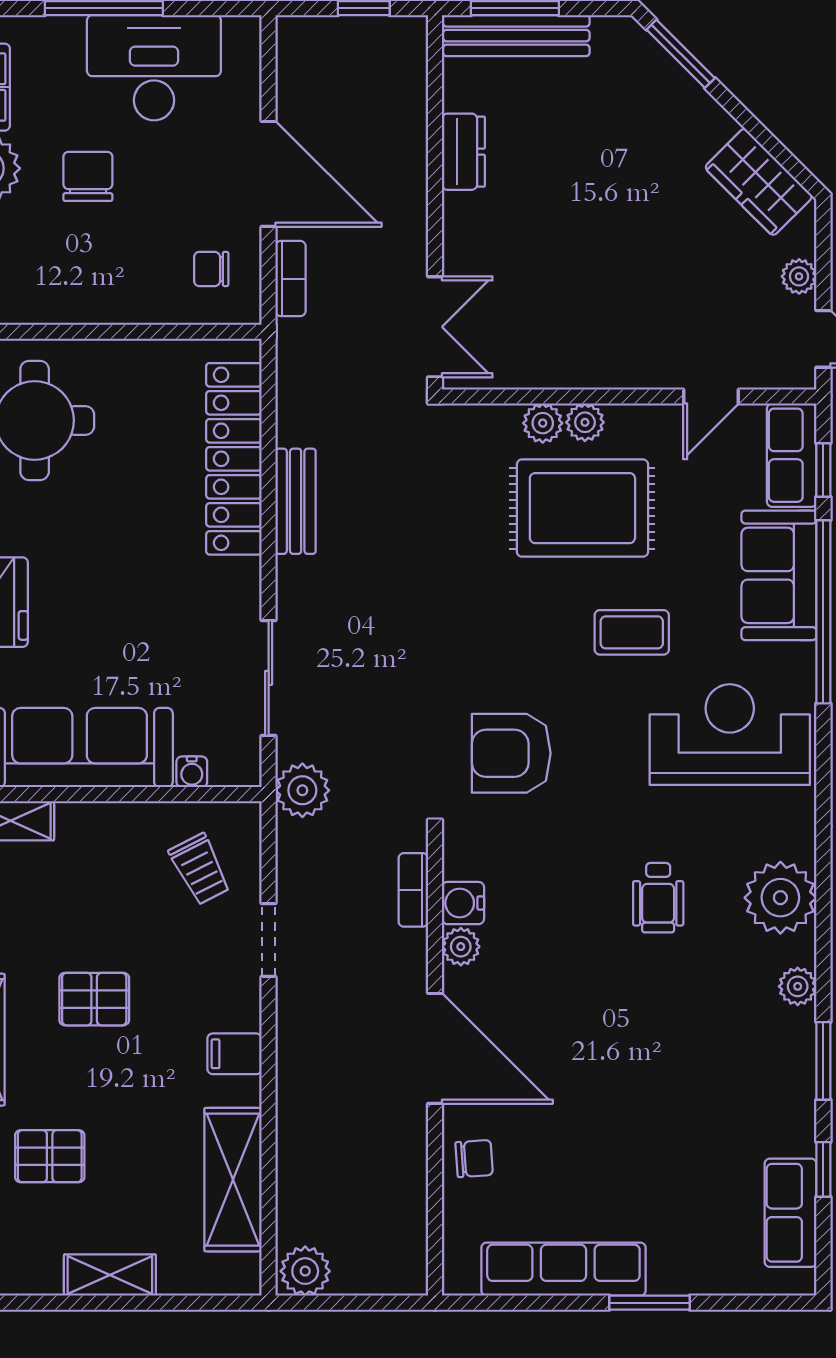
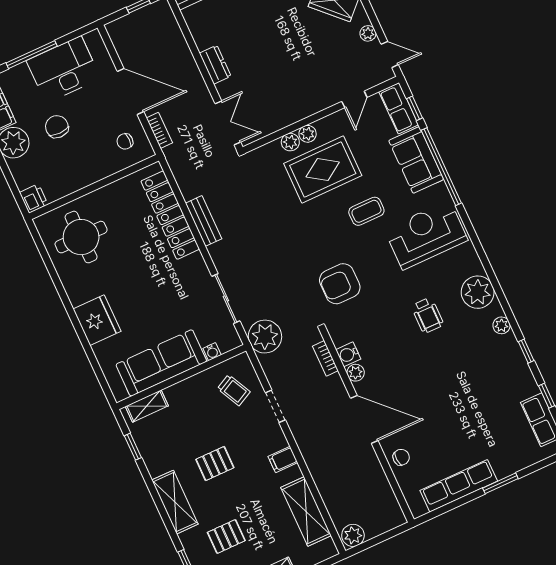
dresser: (463, 152) -> (215, 65), moved
plant: (302, 790) -> (265, 337), width x1.36, depth x1.36
window: (823, 1061) -> (526, 351), width x0.67

